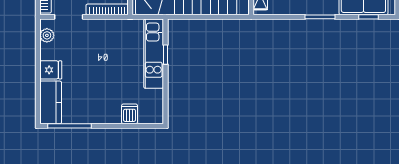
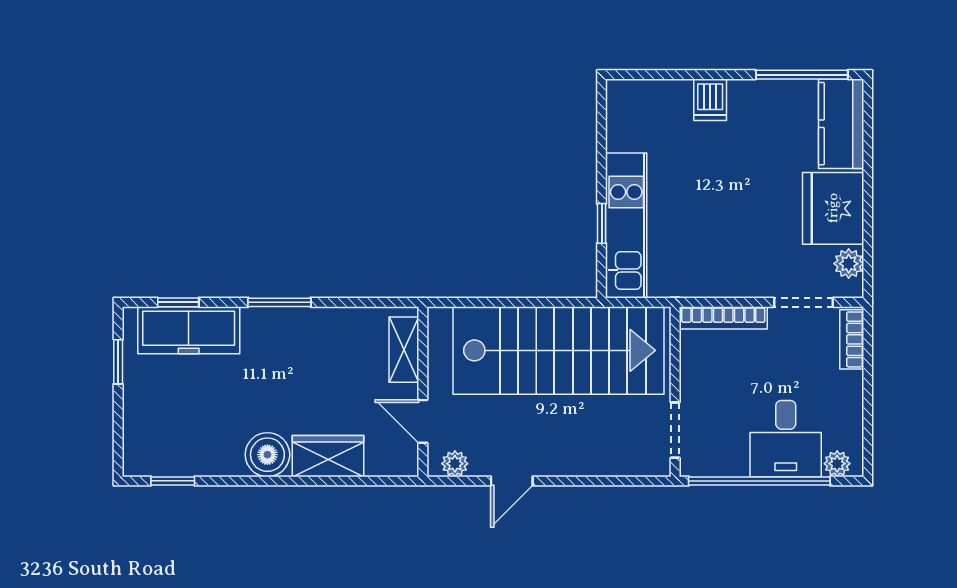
fridge: (51, 70) -> (833, 208), width x1.88, depth x1.34
dishwasher: (130, 114) -> (710, 100), moved

